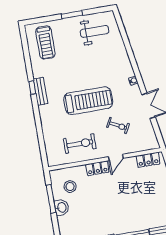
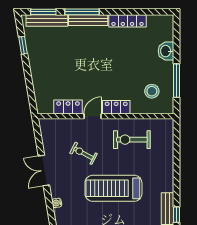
locker: (148, 160) -> (68, 107), moved
washbasin: (62, 207) -> (166, 51), moved

